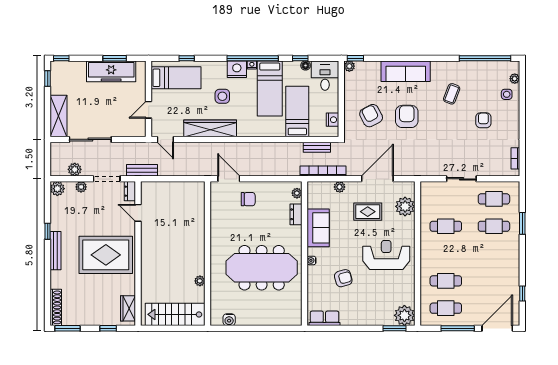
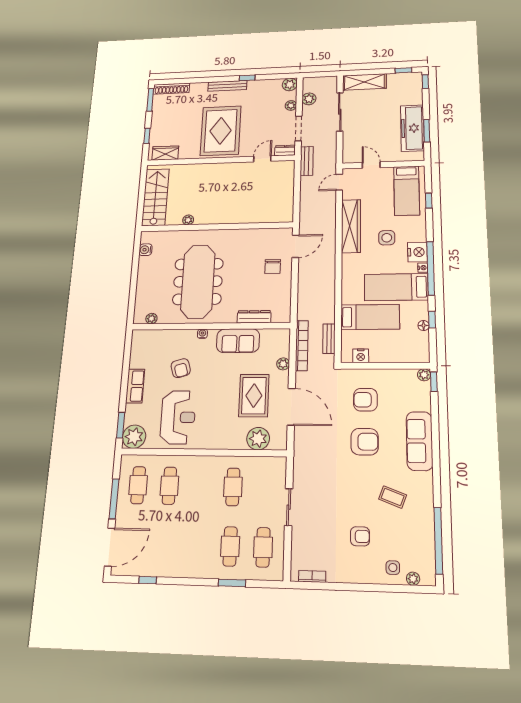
desk: (325, 76) -> (412, 347), removed
armchair: (371, 116) -> (365, 400), turned -152
plant: (297, 193) -> (151, 319), moved
rug: (368, 212) -> (254, 396), width x1.36, depth x1.43
dresser: (296, 214) -> (254, 317), width x1.44
reception desk: (386, 255) -> (178, 417), moved
row of seats: (324, 318) -> (135, 386), moved
door: (497, 328) -> (110, 547), hinge flipped

